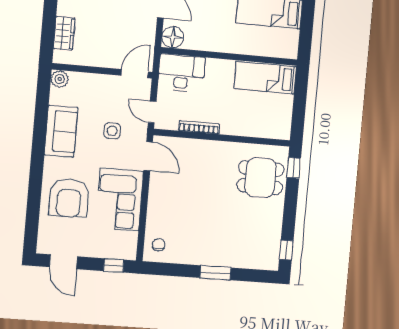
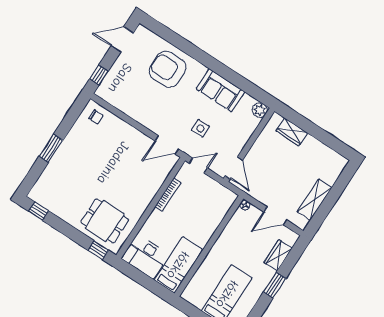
floor lamp: (173, 37) -> (245, 205), width x0.53, depth x0.53
desk: (181, 73) -> (145, 257), moved, turned 90
dining table: (261, 178) -> (105, 221), turned 90
corner sofa: (120, 200) -> (146, 106), removed

